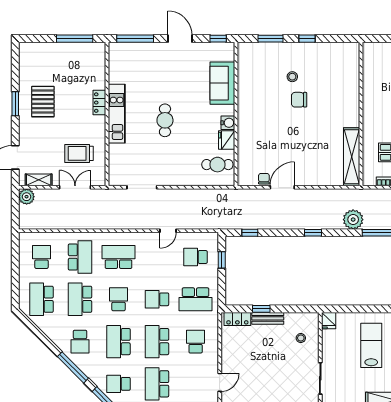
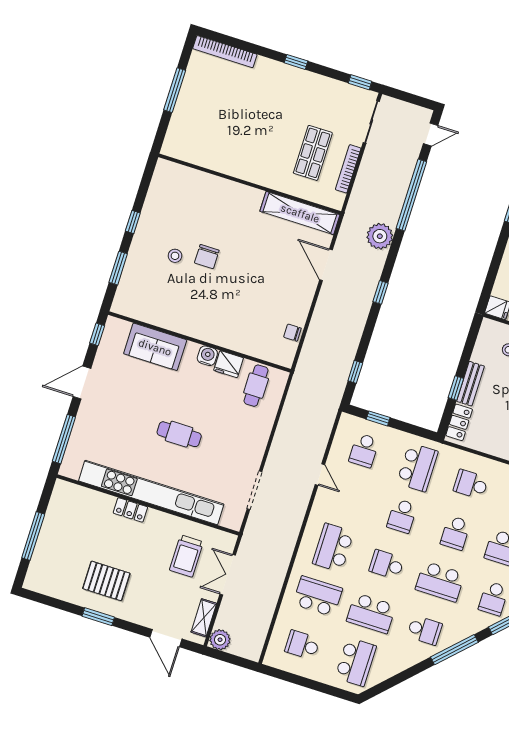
window: (75, 39) -> (33, 536), moved
kitchen unit: (117, 114) -> (151, 493), width x1.86
door: (282, 187) -> (326, 265), moved
school desk: (42, 299) -> (356, 662), turned -90
school desk: (157, 342) -> (455, 533), width x0.54

